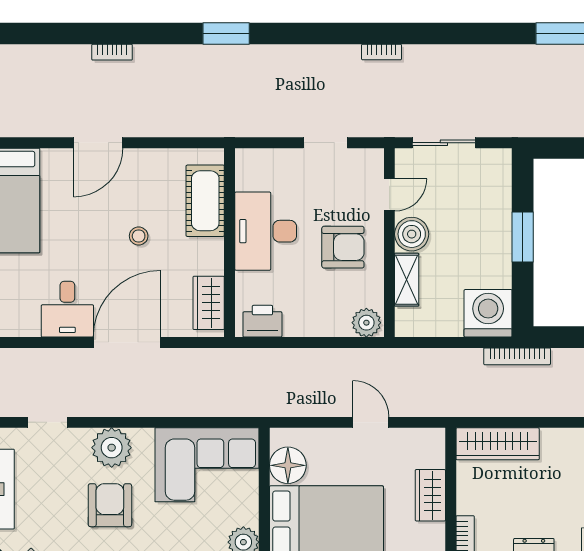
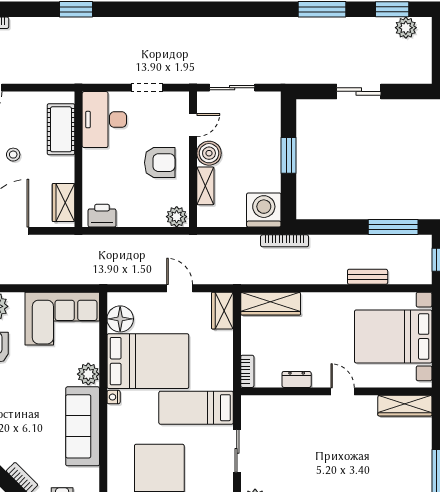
bookcase: (382, 52) -> (187, 23), removed
desk: (266, 231) -> (104, 120), moved
wardrobe: (430, 495) -> (222, 311), moved

